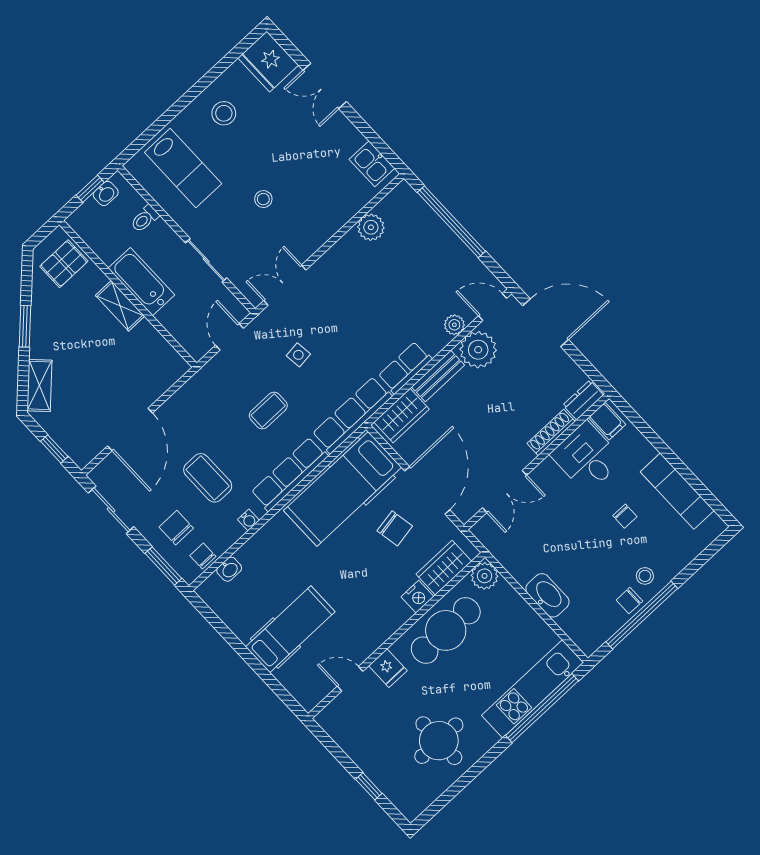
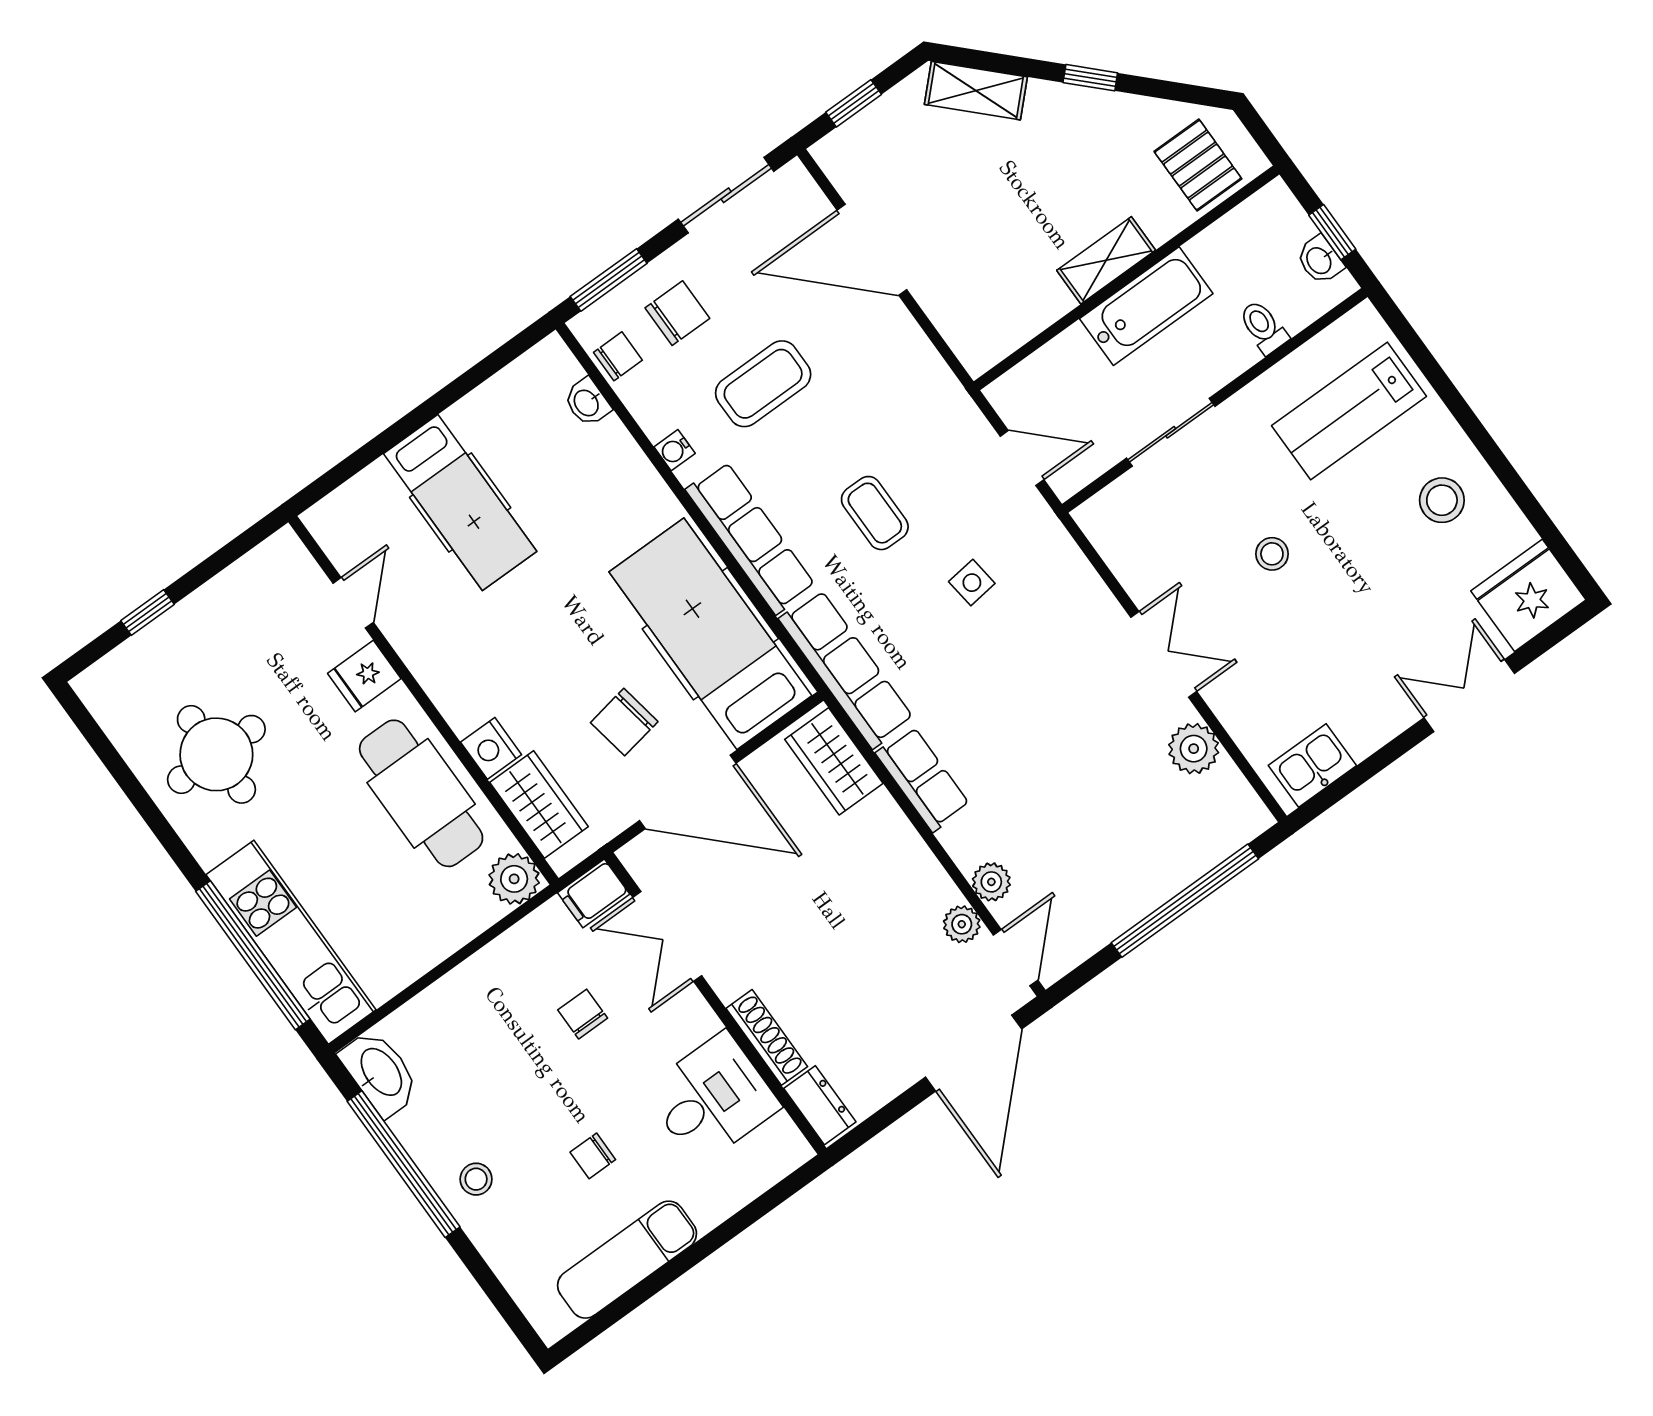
double door: (285, 285) -> (1164, 654), moved
window: (25, 326) -> (1090, 78), width x0.67
plant: (478, 350) -> (962, 924), width x0.53, depth x0.53
bench: (438, 376) -> (899, 839), removed
filing cabinet: (607, 421) -> (594, 893), moved
washbasin: (547, 595) -> (380, 1073), moved, turned -90
chair: (629, 601) -> (583, 1014), moved

